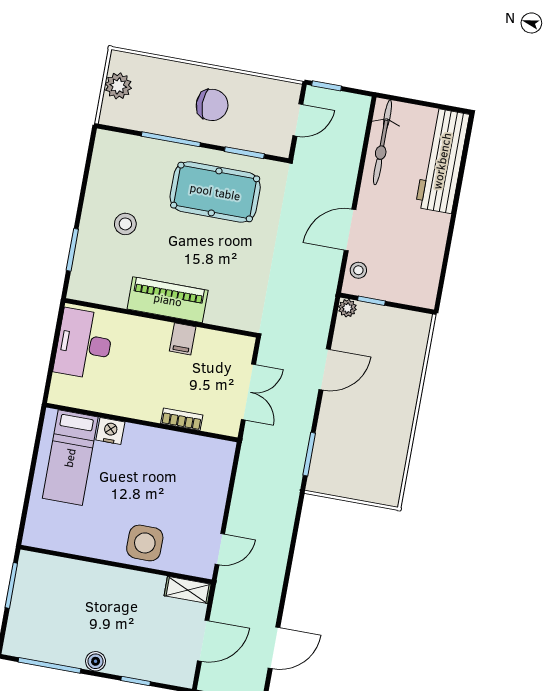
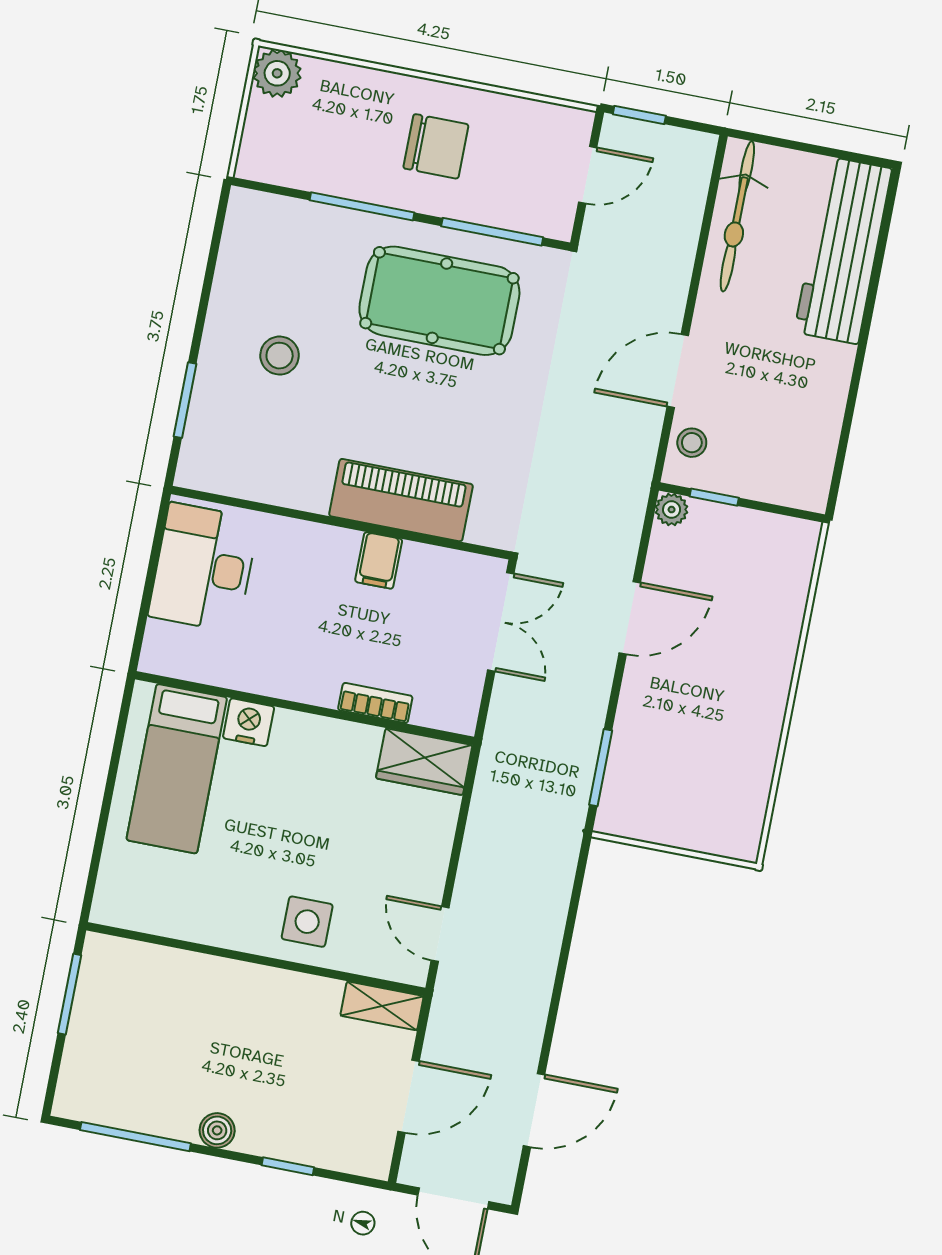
plant: (118, 86) -> (277, 73), moved
window: (244, 153) -> (492, 232), width x1.44
piano: (168, 300) -> (401, 500), moved
double door: (248, 392) -> (501, 622), moved
wardrobe: (210, 452) -> (424, 762), added
side table: (145, 543) -> (307, 922), width x0.73, depth x0.73
door: (220, 549) -> (440, 934), swing flipped

